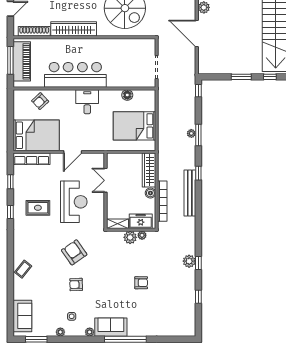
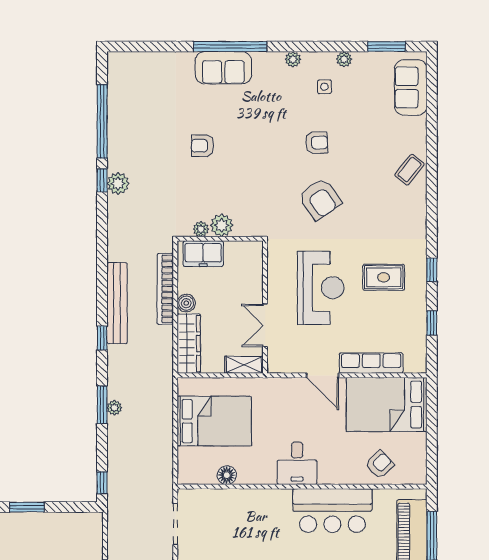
bar counter: (75, 75) -> (332, 511), width x0.73
door: (73, 152) -> (323, 375), swing flipped
row of seats: (32, 159) -> (371, 363), moved
double door: (105, 180) -> (265, 325), swing flipped
reception desk: (74, 202) -> (321, 288), turned 180
shelving: (118, 224) -> (244, 365), moved
window: (198, 297) -> (102, 121), width x3.17
sofa: (111, 327) -> (223, 68), moved

